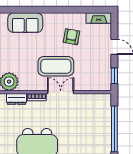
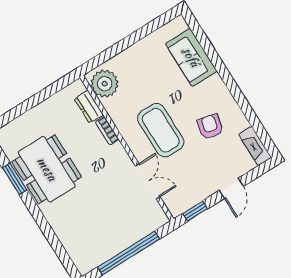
armchair: (72, 37) -> (210, 127), turned -87
double door: (61, 92) -> (148, 181), moved

